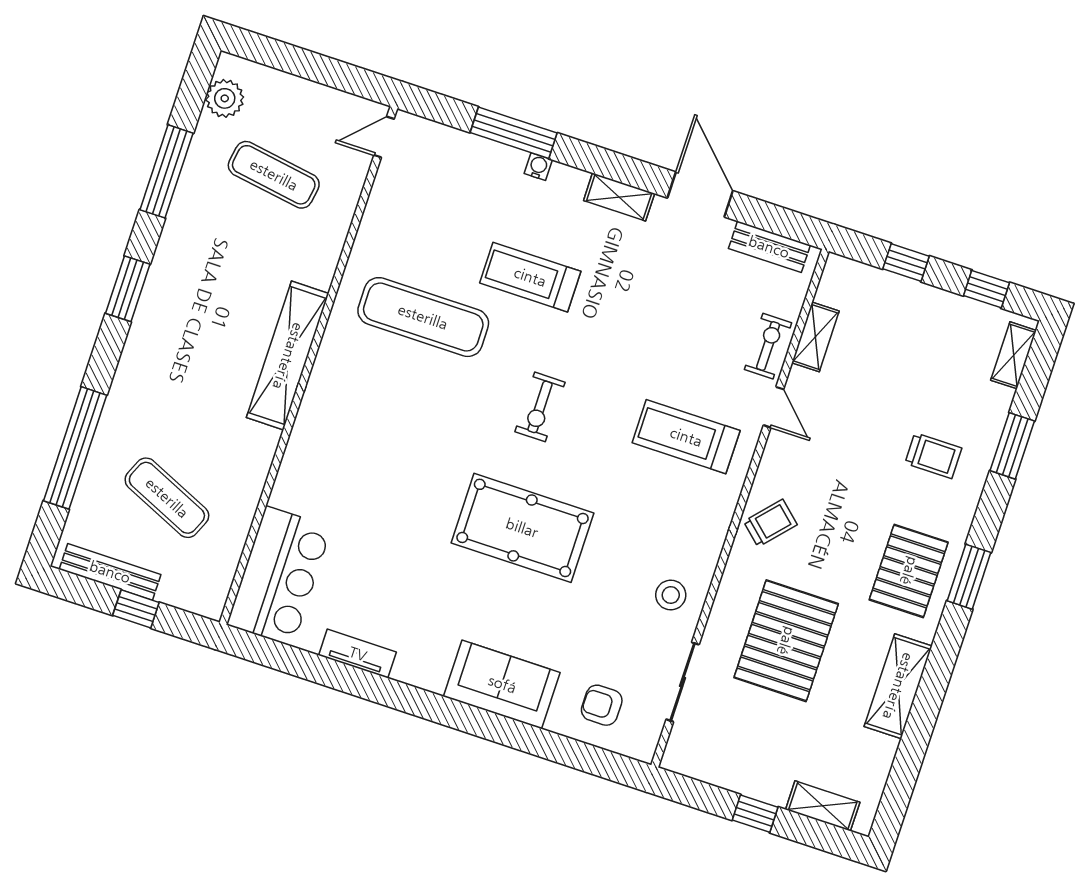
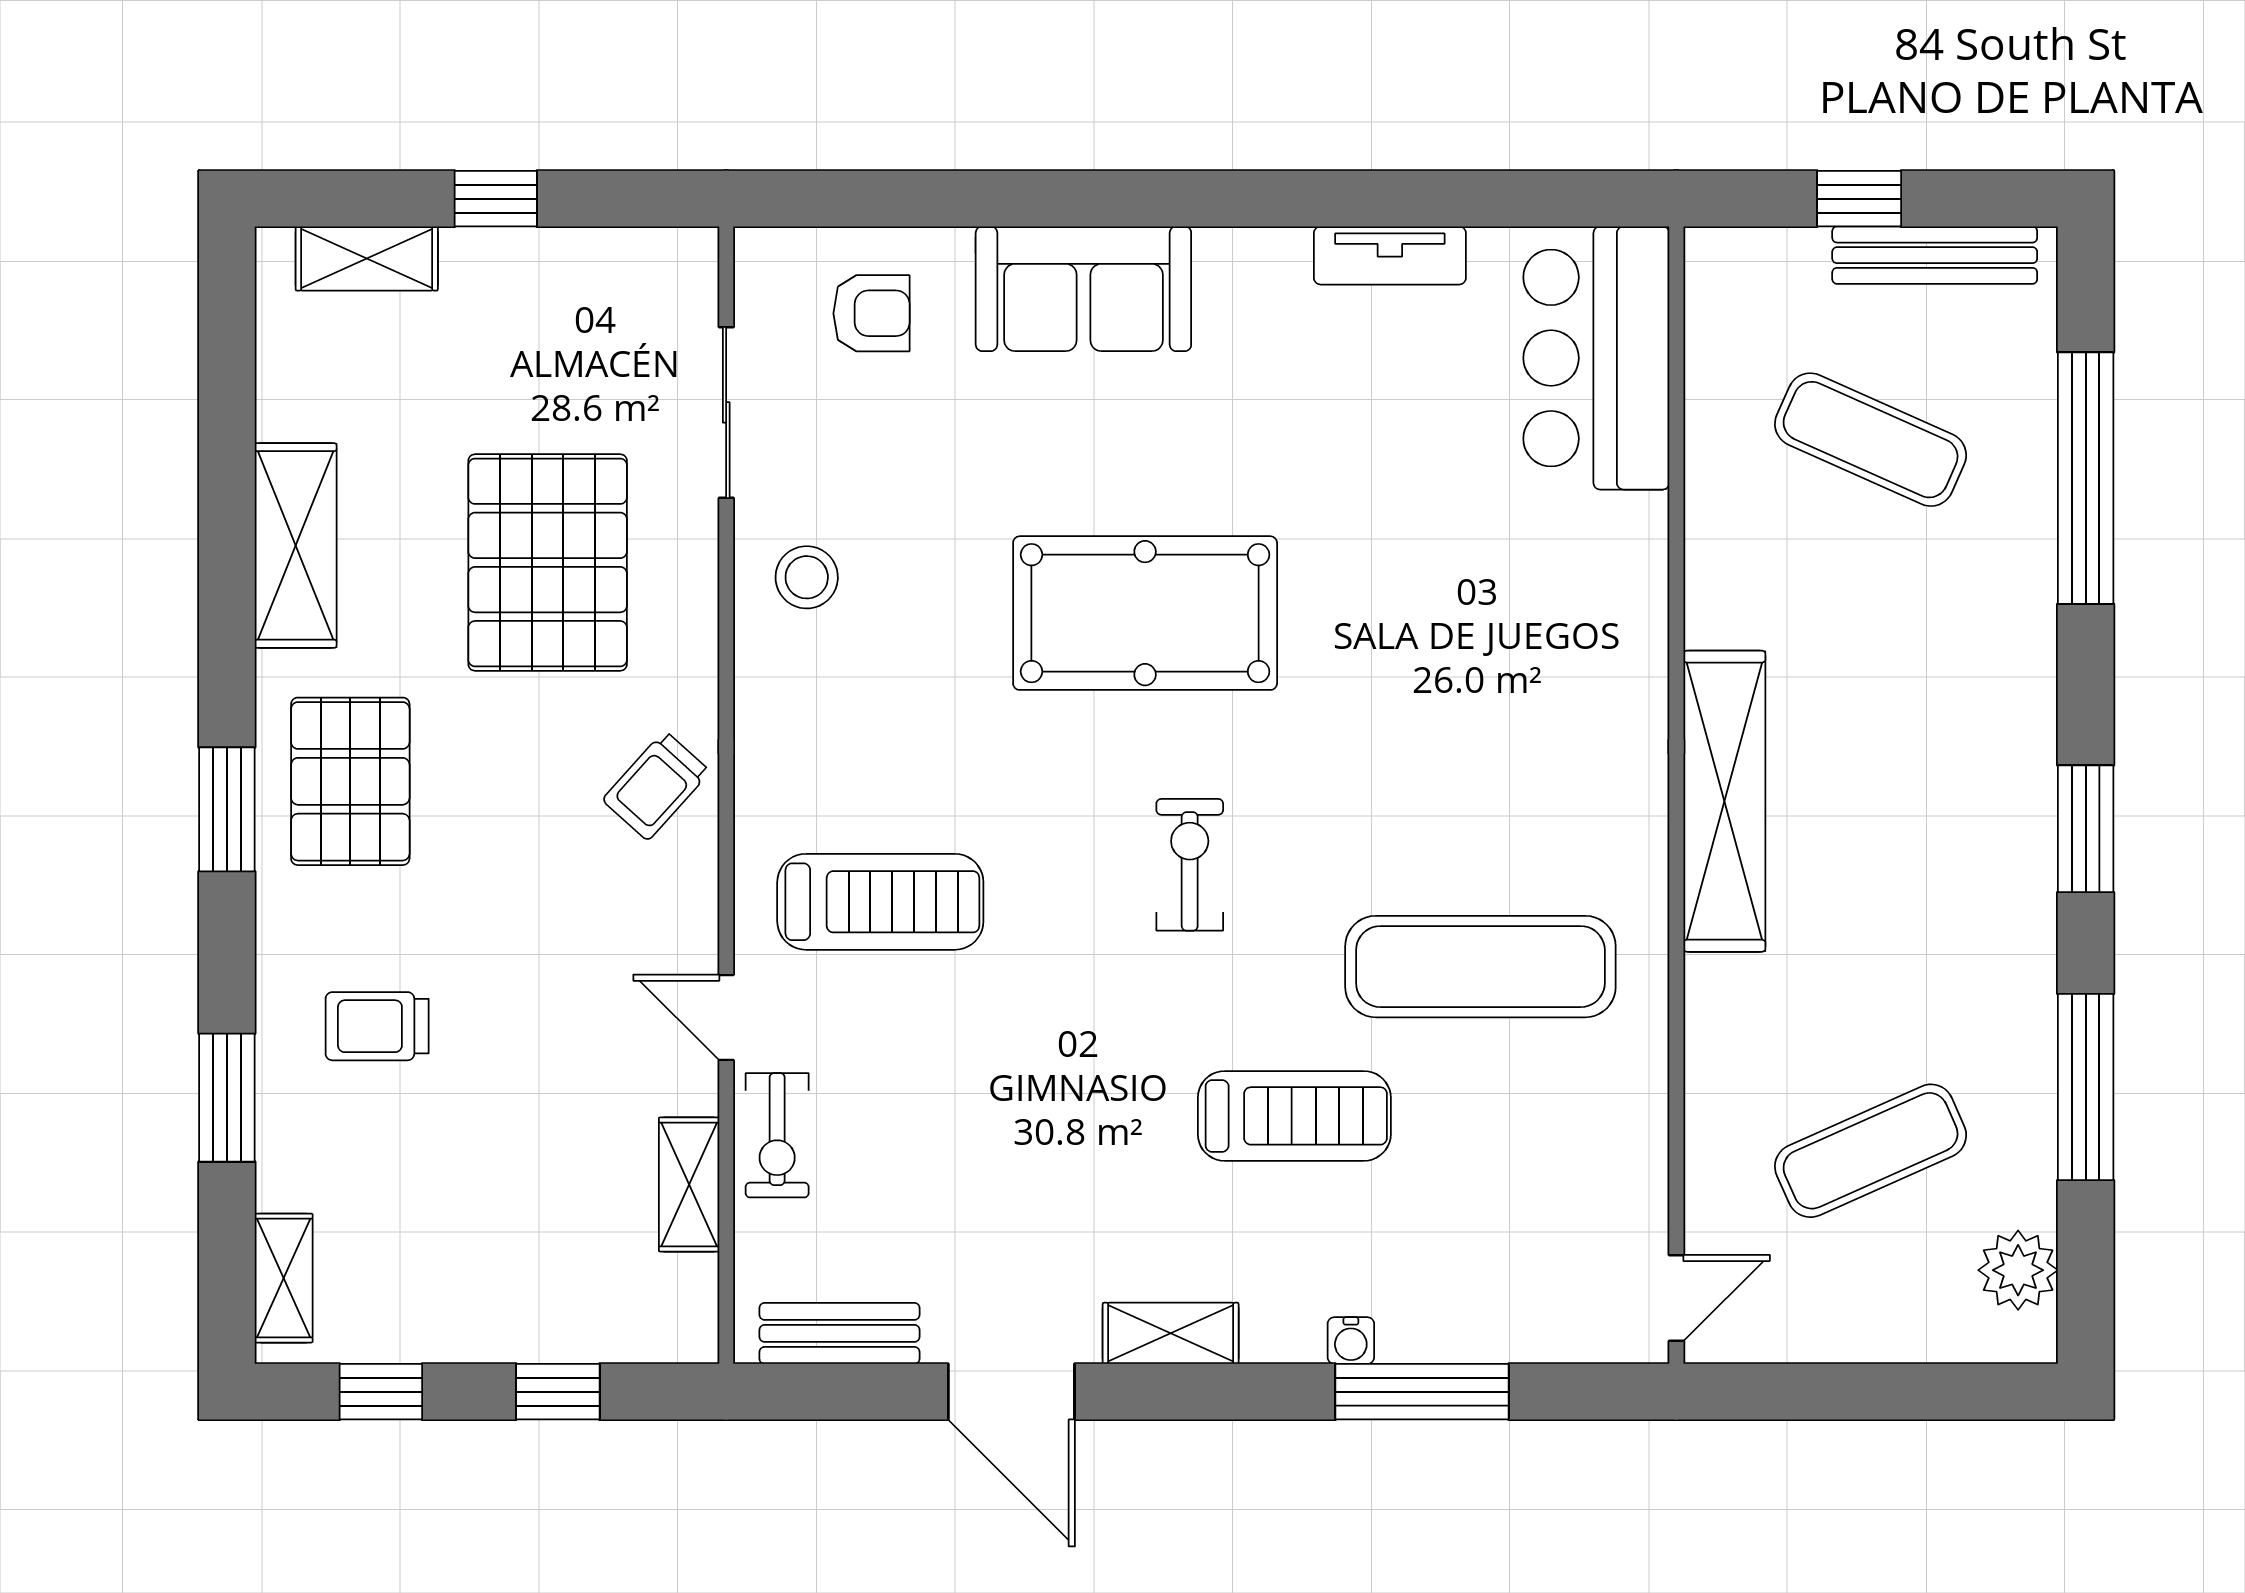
exercise mat: (274, 175) -> (1871, 1151), turned -33

